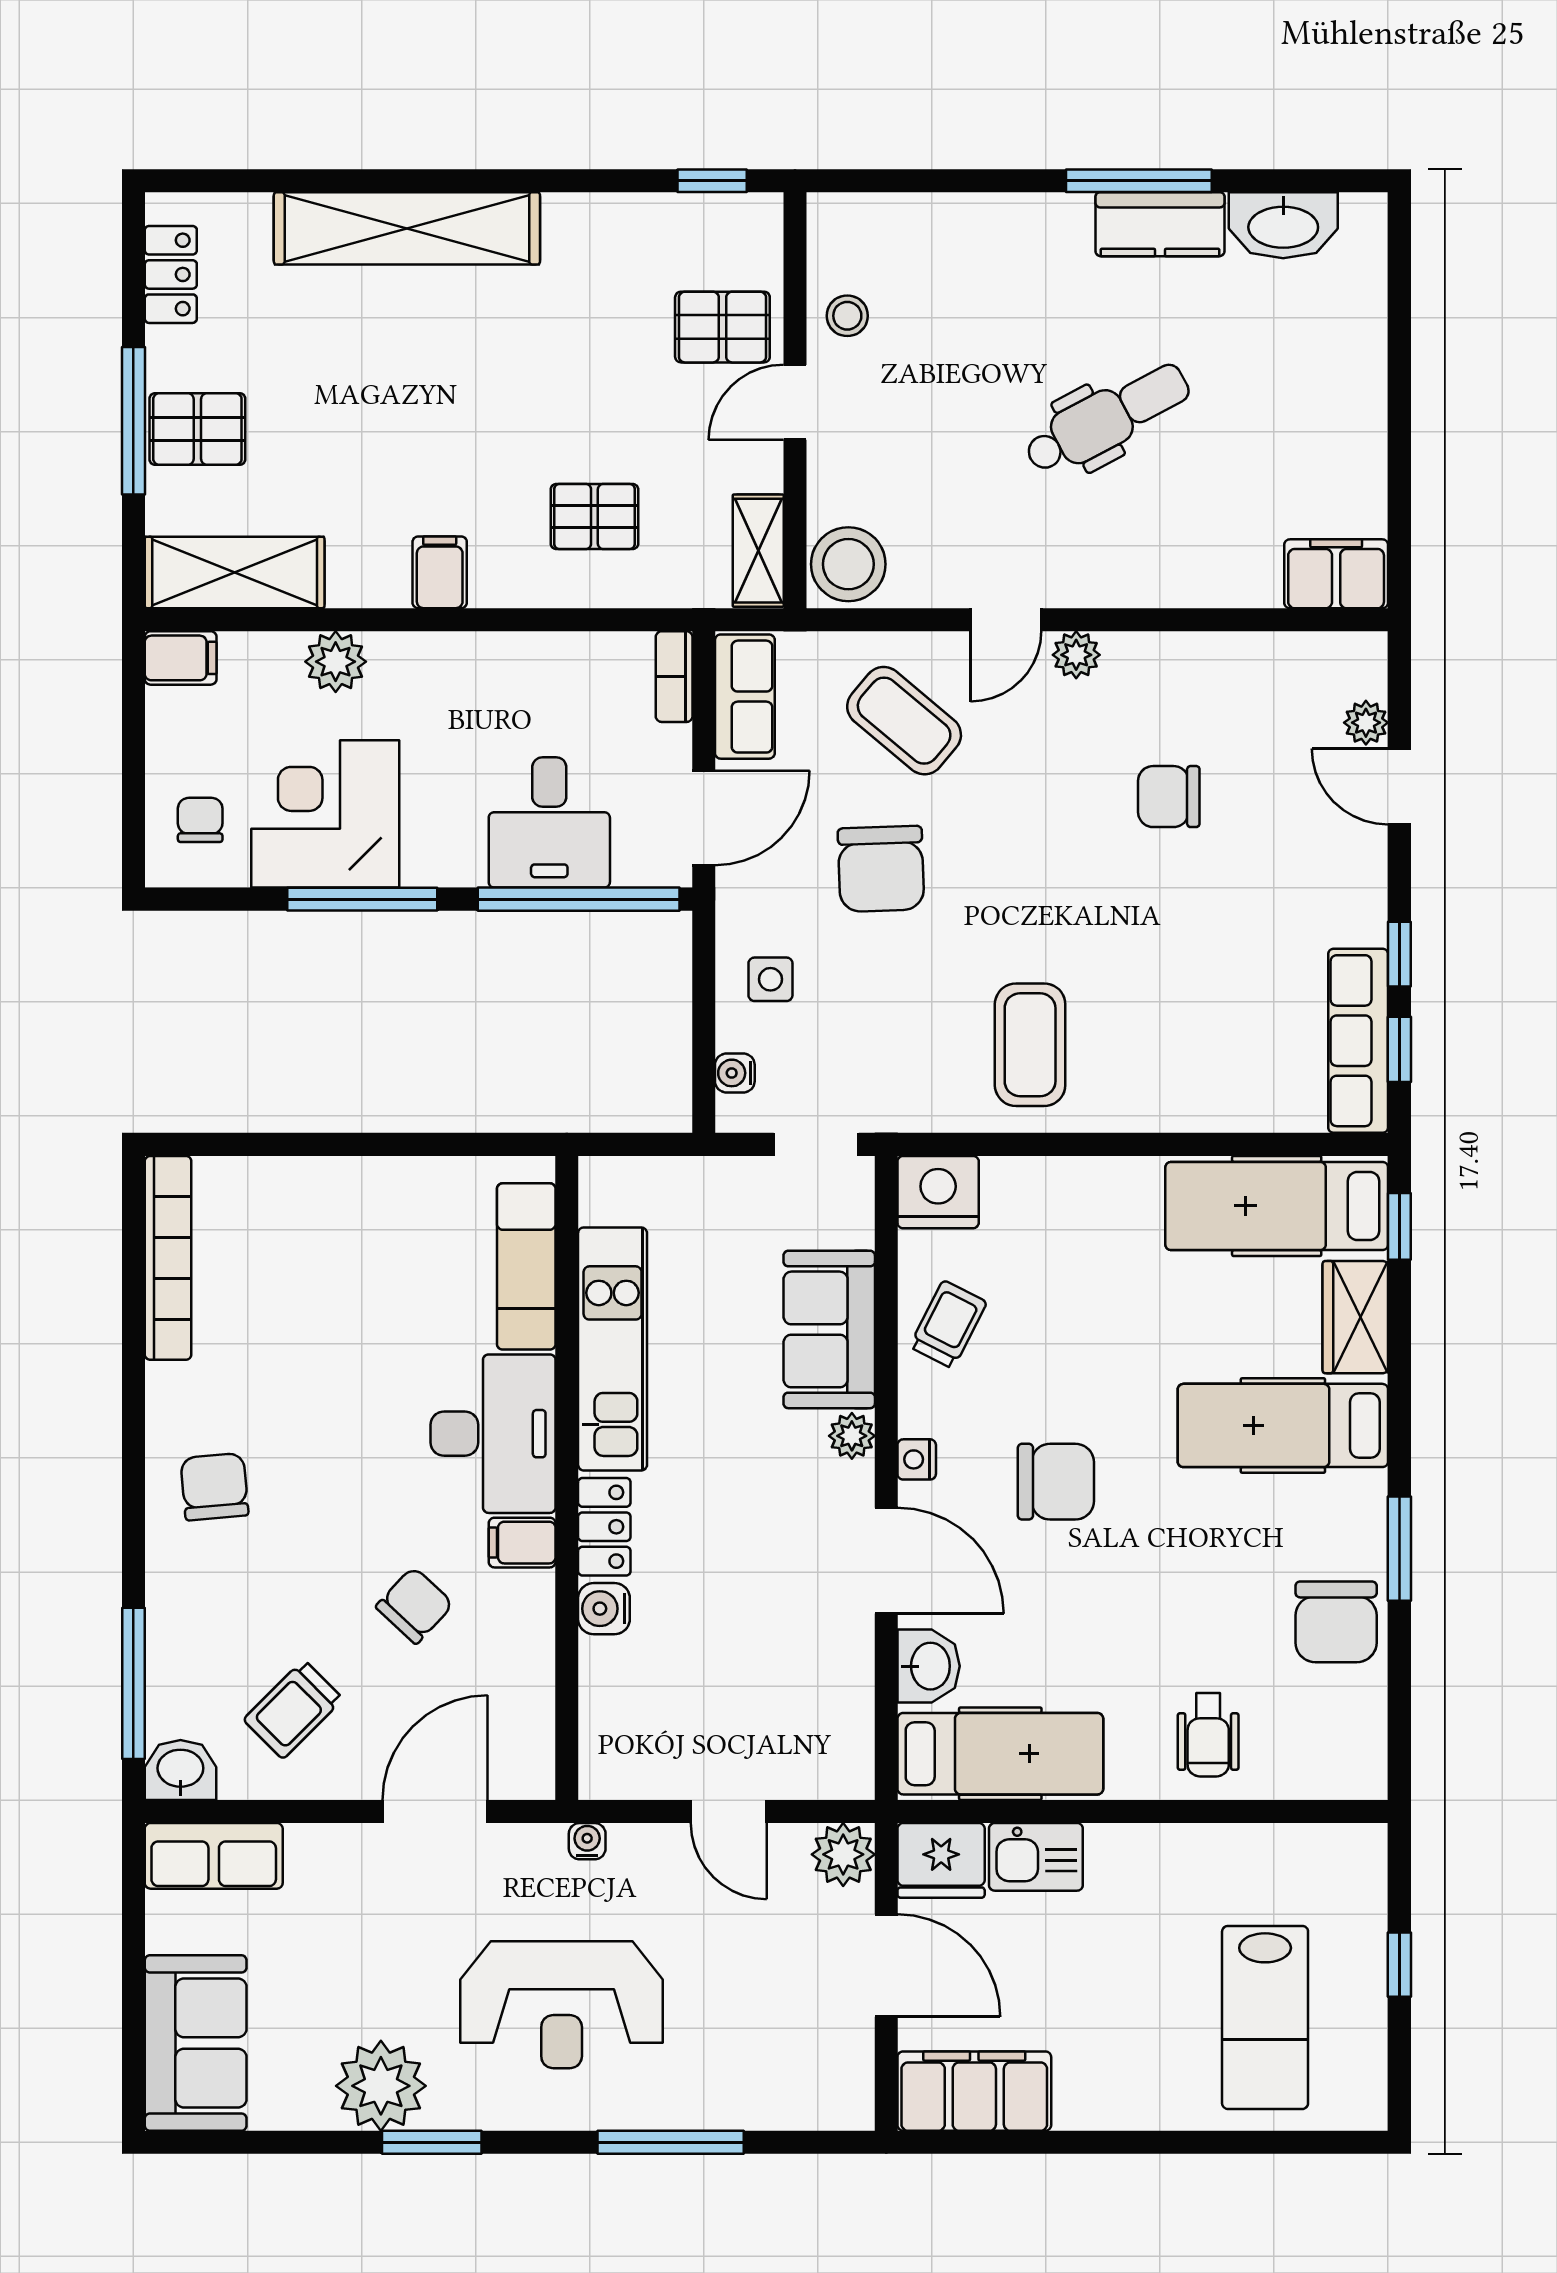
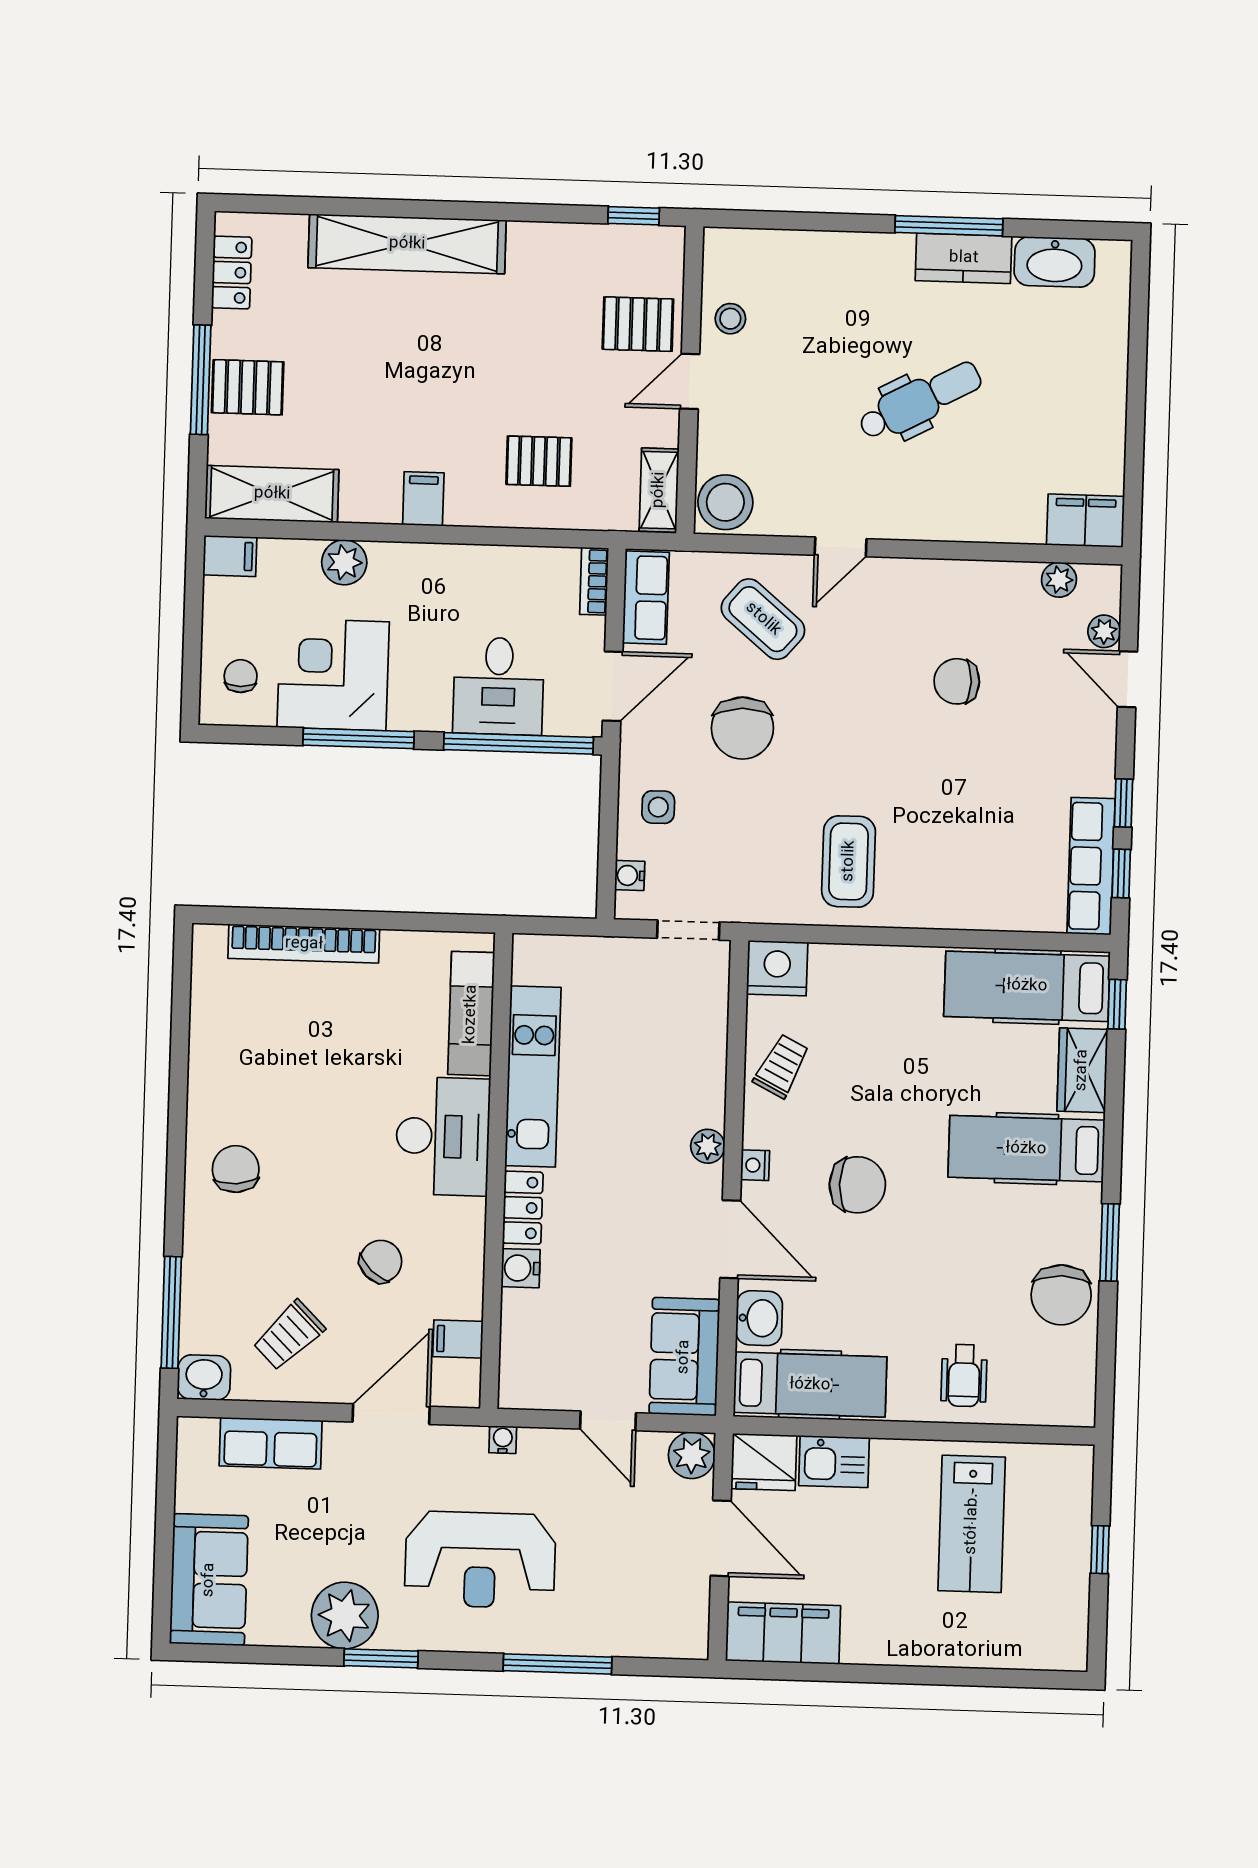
plant: (1076, 655) -> (1059, 580), moved
bookcase: (168, 1258) -> (304, 944), moved, turned 90
sofa: (829, 1329) -> (684, 1357), moved
filing cabinet: (522, 1543) -> (458, 1339), moved
row of seats: (214, 1856) -> (271, 1443), moved
lab bench: (1265, 2017) -> (972, 1524), moved

